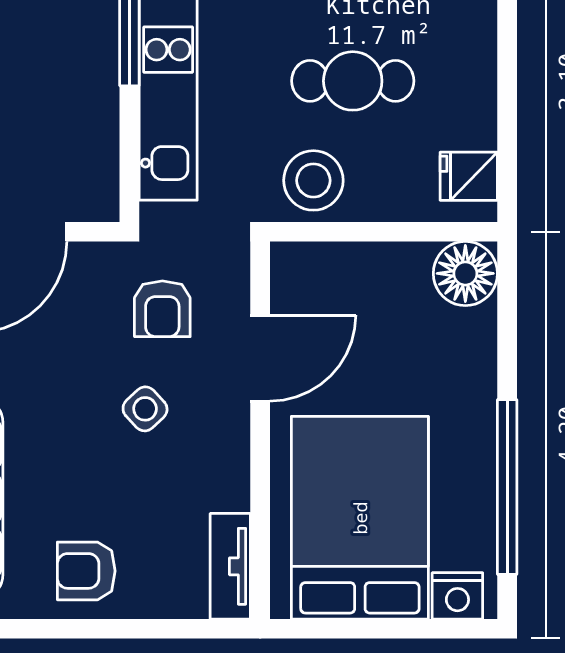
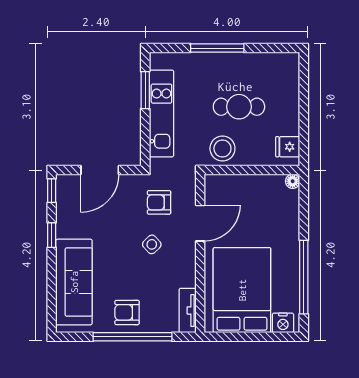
floor lamp: (465, 273) -> (293, 181), width x0.53, depth x0.53
armchair: (162, 309) -> (159, 202), turned 90
window: (99, 629) -> (133, 337), added

